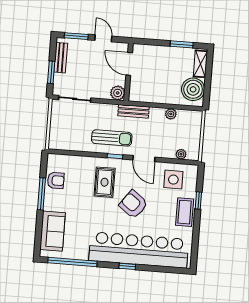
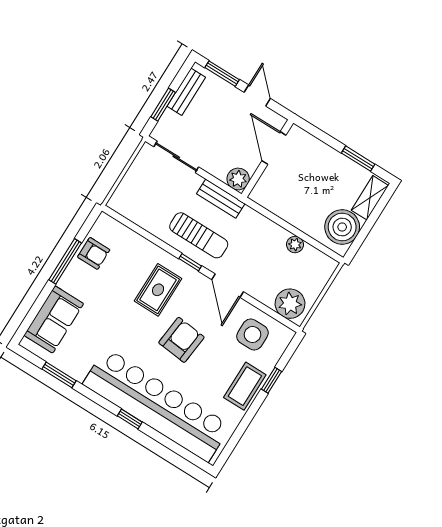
bench: (133, 111) -> (221, 199), moved
plant: (181, 154) -> (290, 304), width x1.88, depth x1.88
armchair: (133, 204) -> (181, 340), turned 59
window: (72, 262) -> (59, 375), width x0.47

